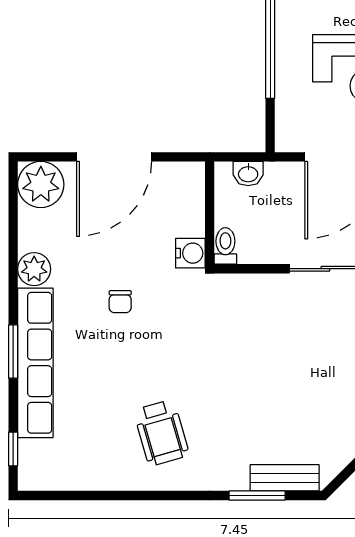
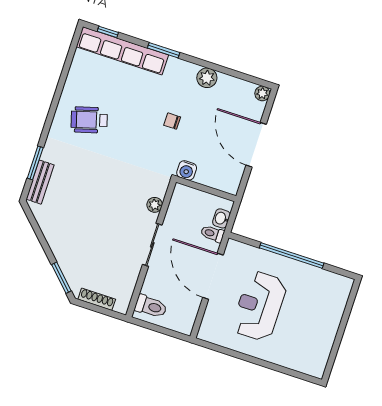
plant: (41, 185) -> (262, 93), width x0.53, depth x0.53
toilet: (225, 246) -> (212, 234), moved, turned 180
plant: (261, 286) -> (155, 205), added
row of seats: (35, 363) -> (122, 51), moved

